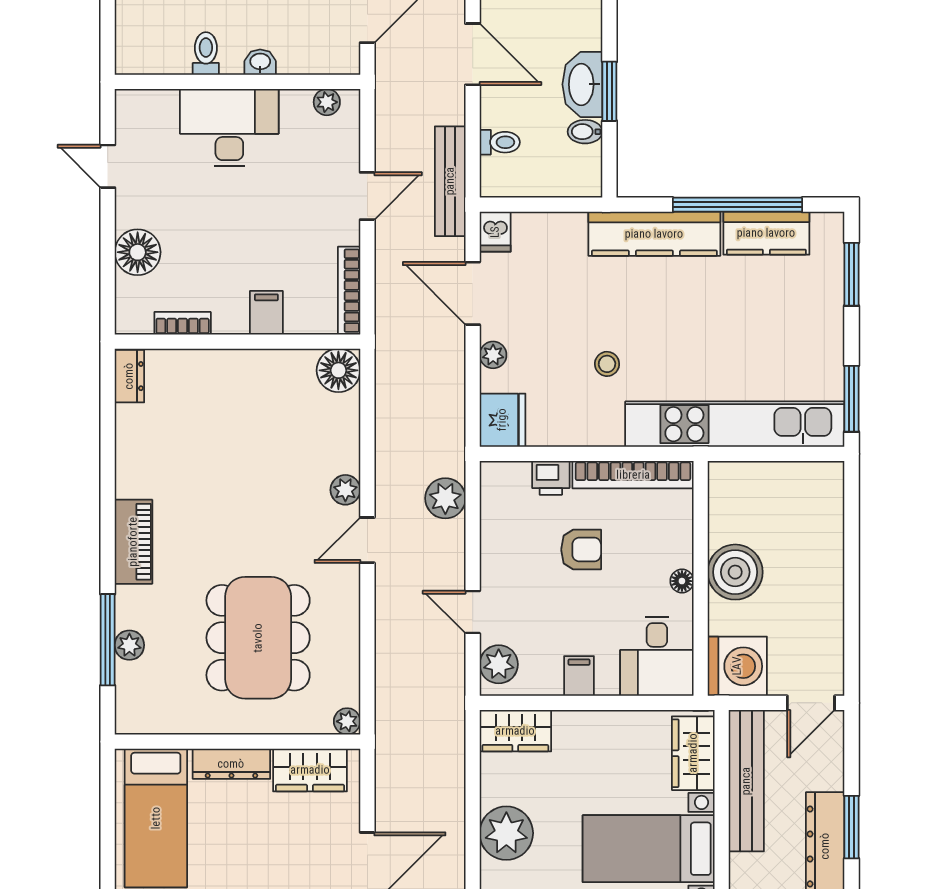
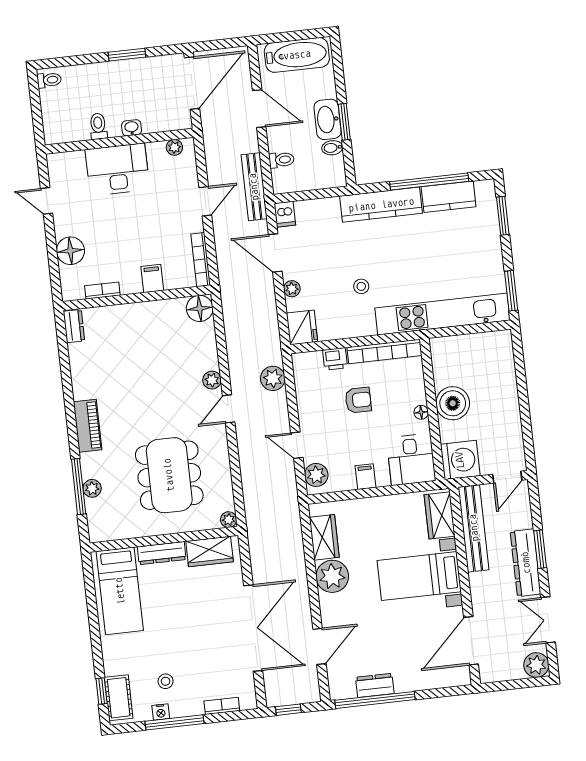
wardrobe: (515, 731) -> (324, 537), moved, turned -90

